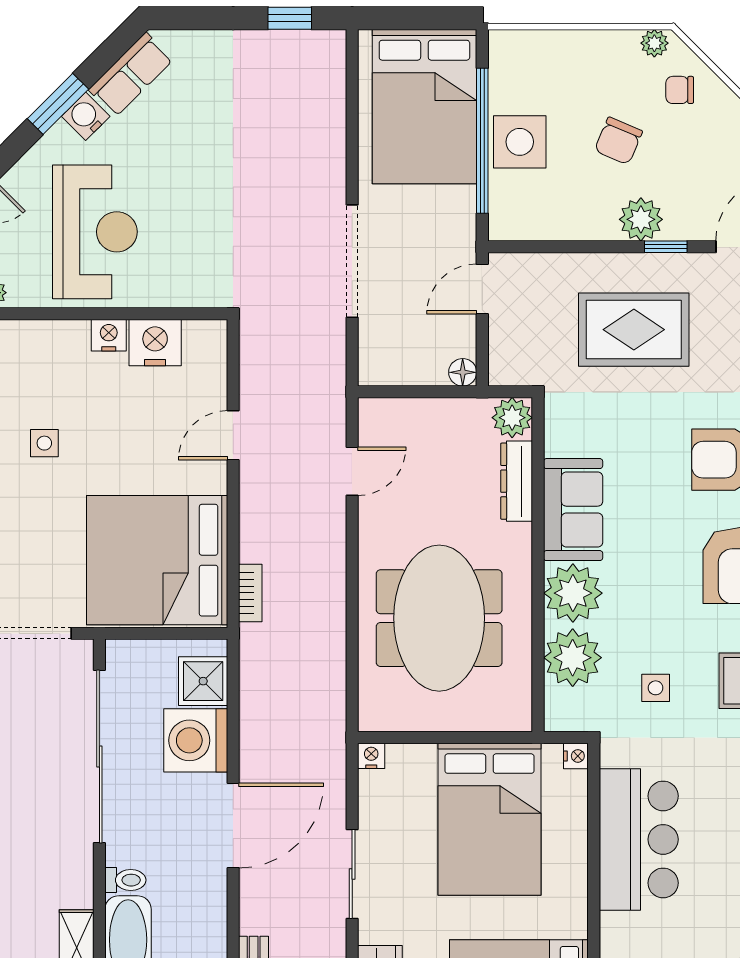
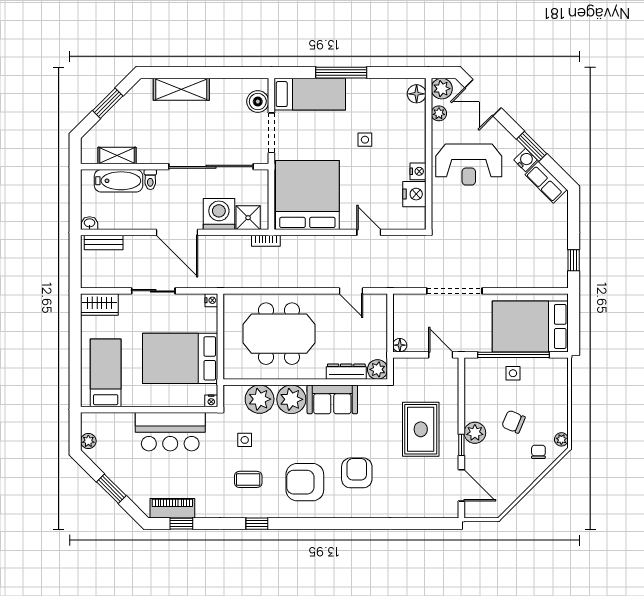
side table: (520, 142) -> (513, 373), width x0.54, depth x0.54
bookcase: (250, 593) -> (266, 241), moved

